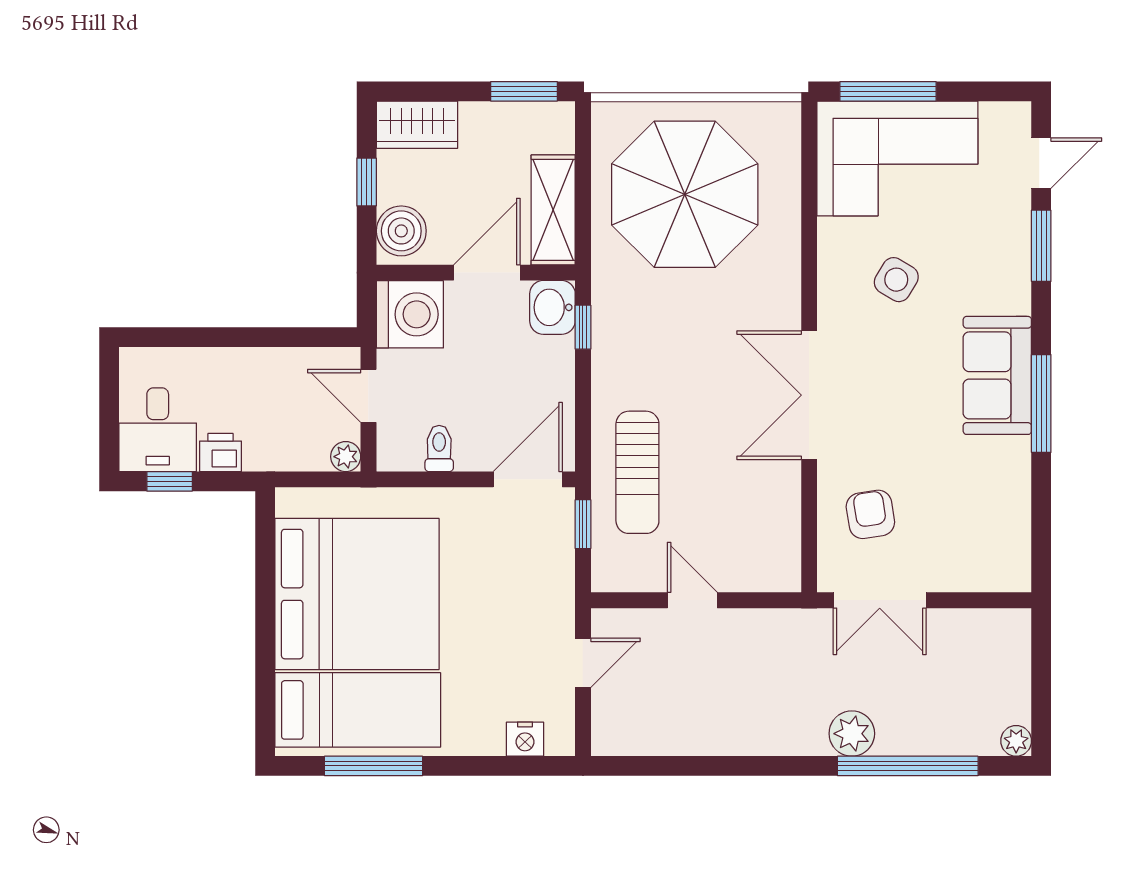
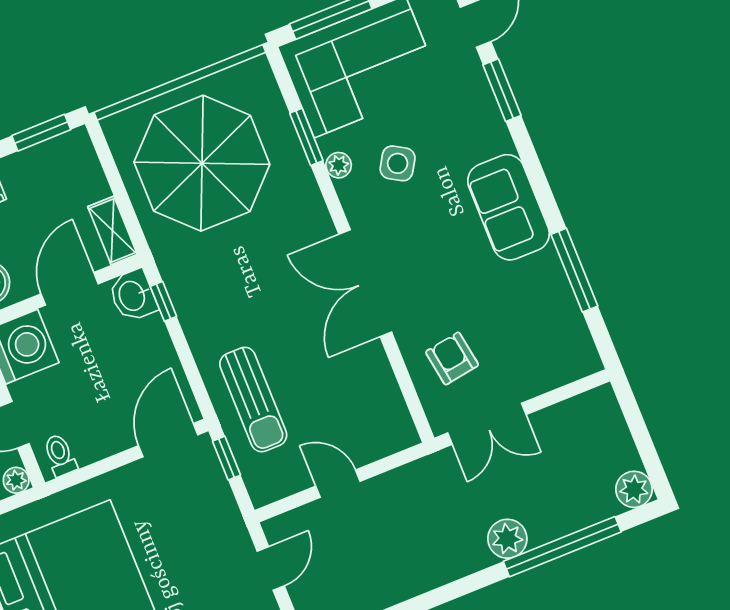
shelving: (553, 210) -> (113, 230), width x0.67, depth x0.75
window: (809, 211) -> (306, 137), added
plant: (832, 256) -> (339, 165), added
window: (1041, 404) -> (574, 270), moved
toilet: (439, 448) -> (60, 455), moved
plant: (1016, 741) -> (634, 489), width x1.38, depth x1.38

